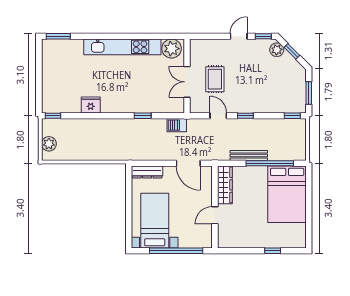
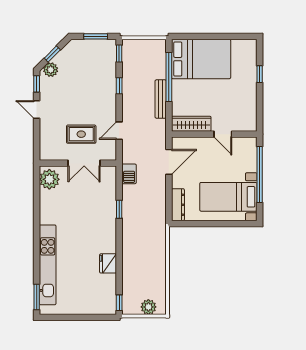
kitchen unit: (122, 47) -> (48, 265), moved
window: (245, 116) -> (119, 86), moved

